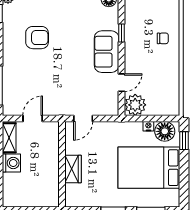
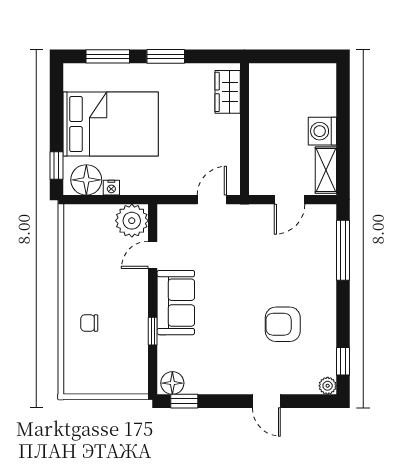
wardrobe: (73, 169) -> (228, 92), moved

